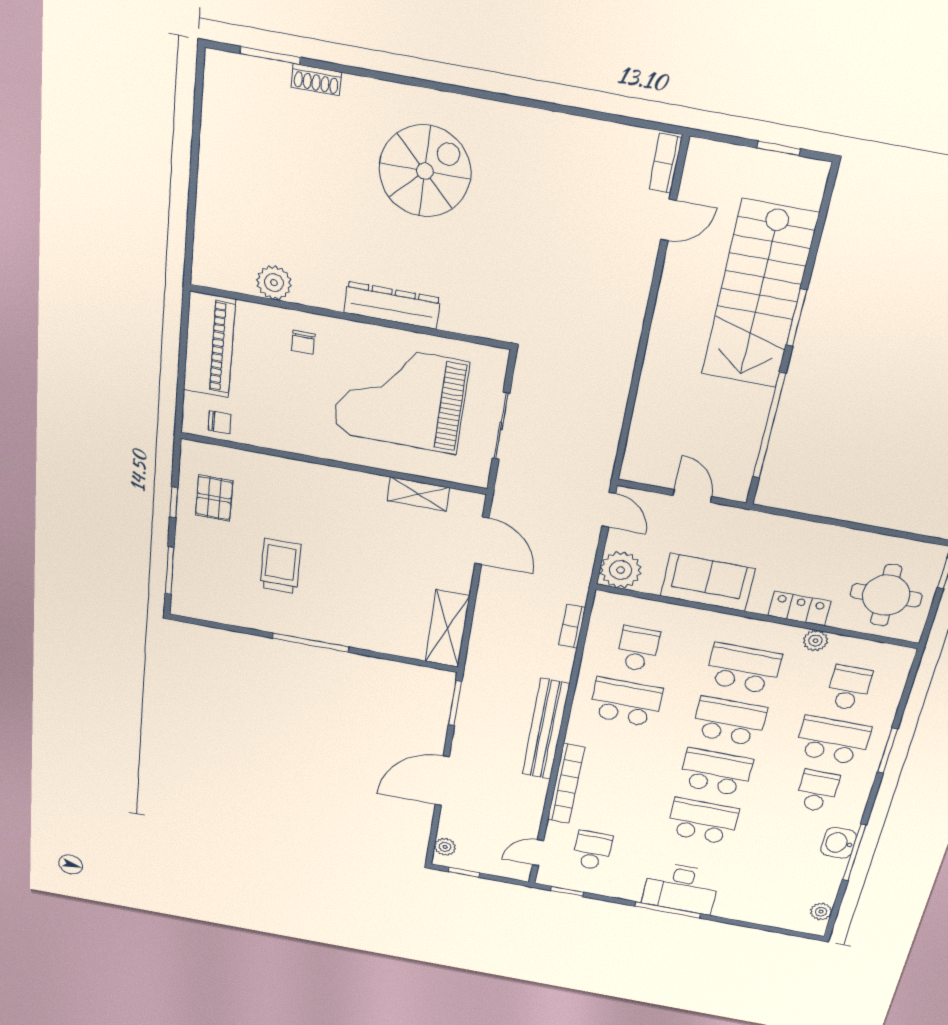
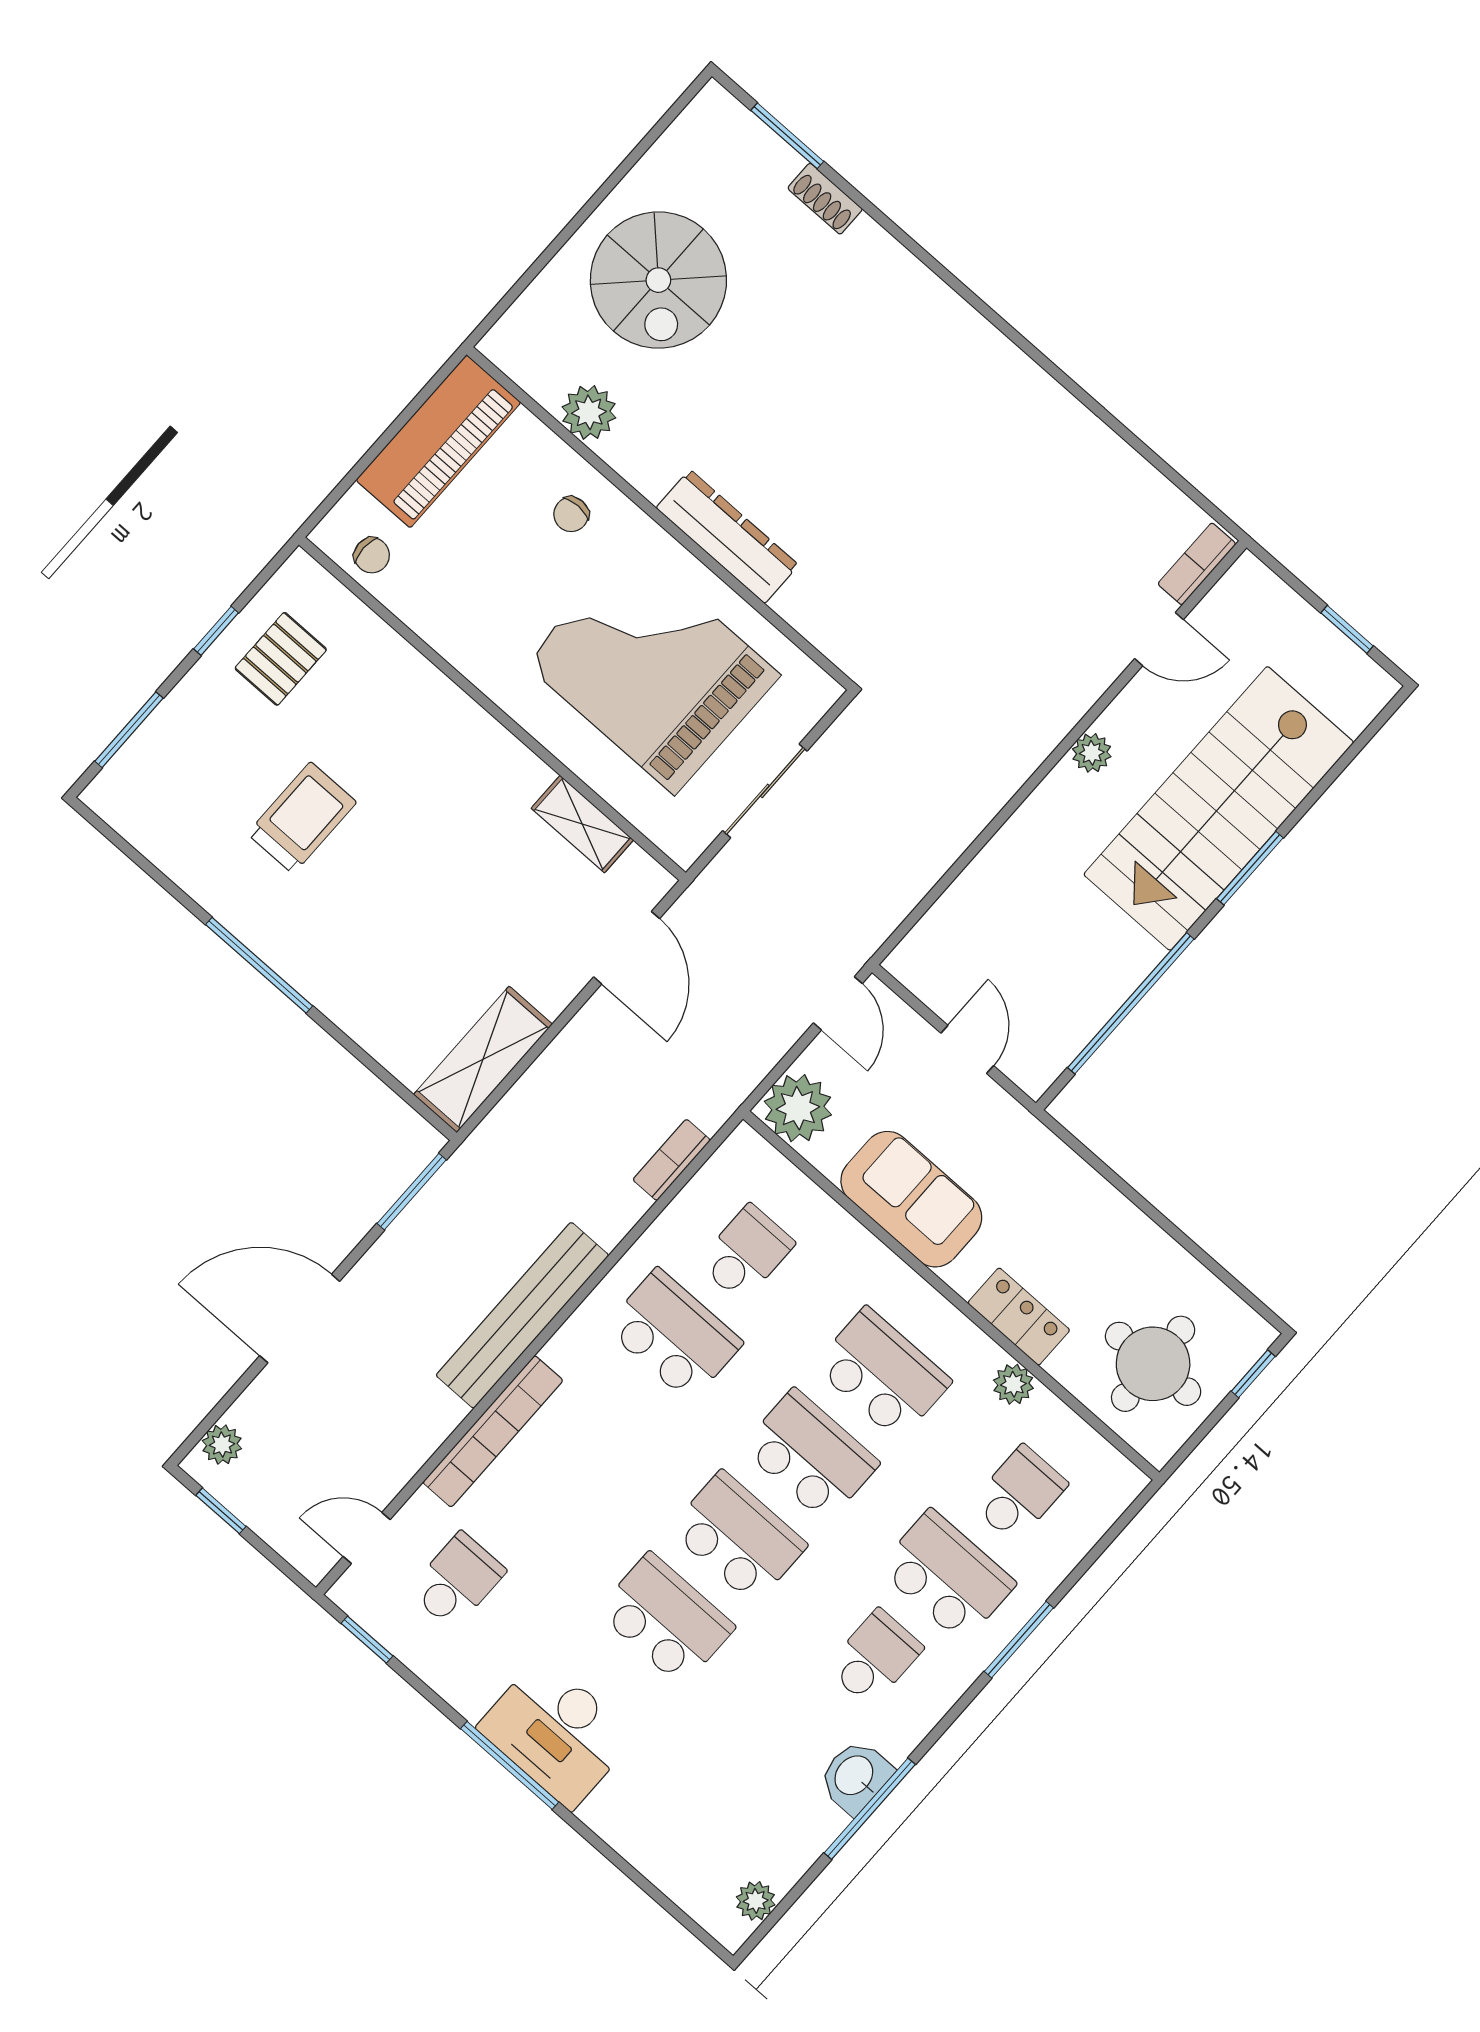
spiral stairs: (425, 171) -> (658, 280), moved, turned 90
plant: (667, 306) -> (1092, 753), added

